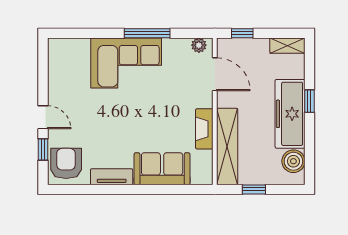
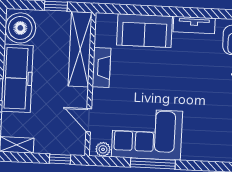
corner sofa: (126, 63) -> (147, 134), moved
door: (215, 74) -> (89, 120), width x0.73
boiler: (293, 161) -> (20, 28), width x1.37, depth x1.37

